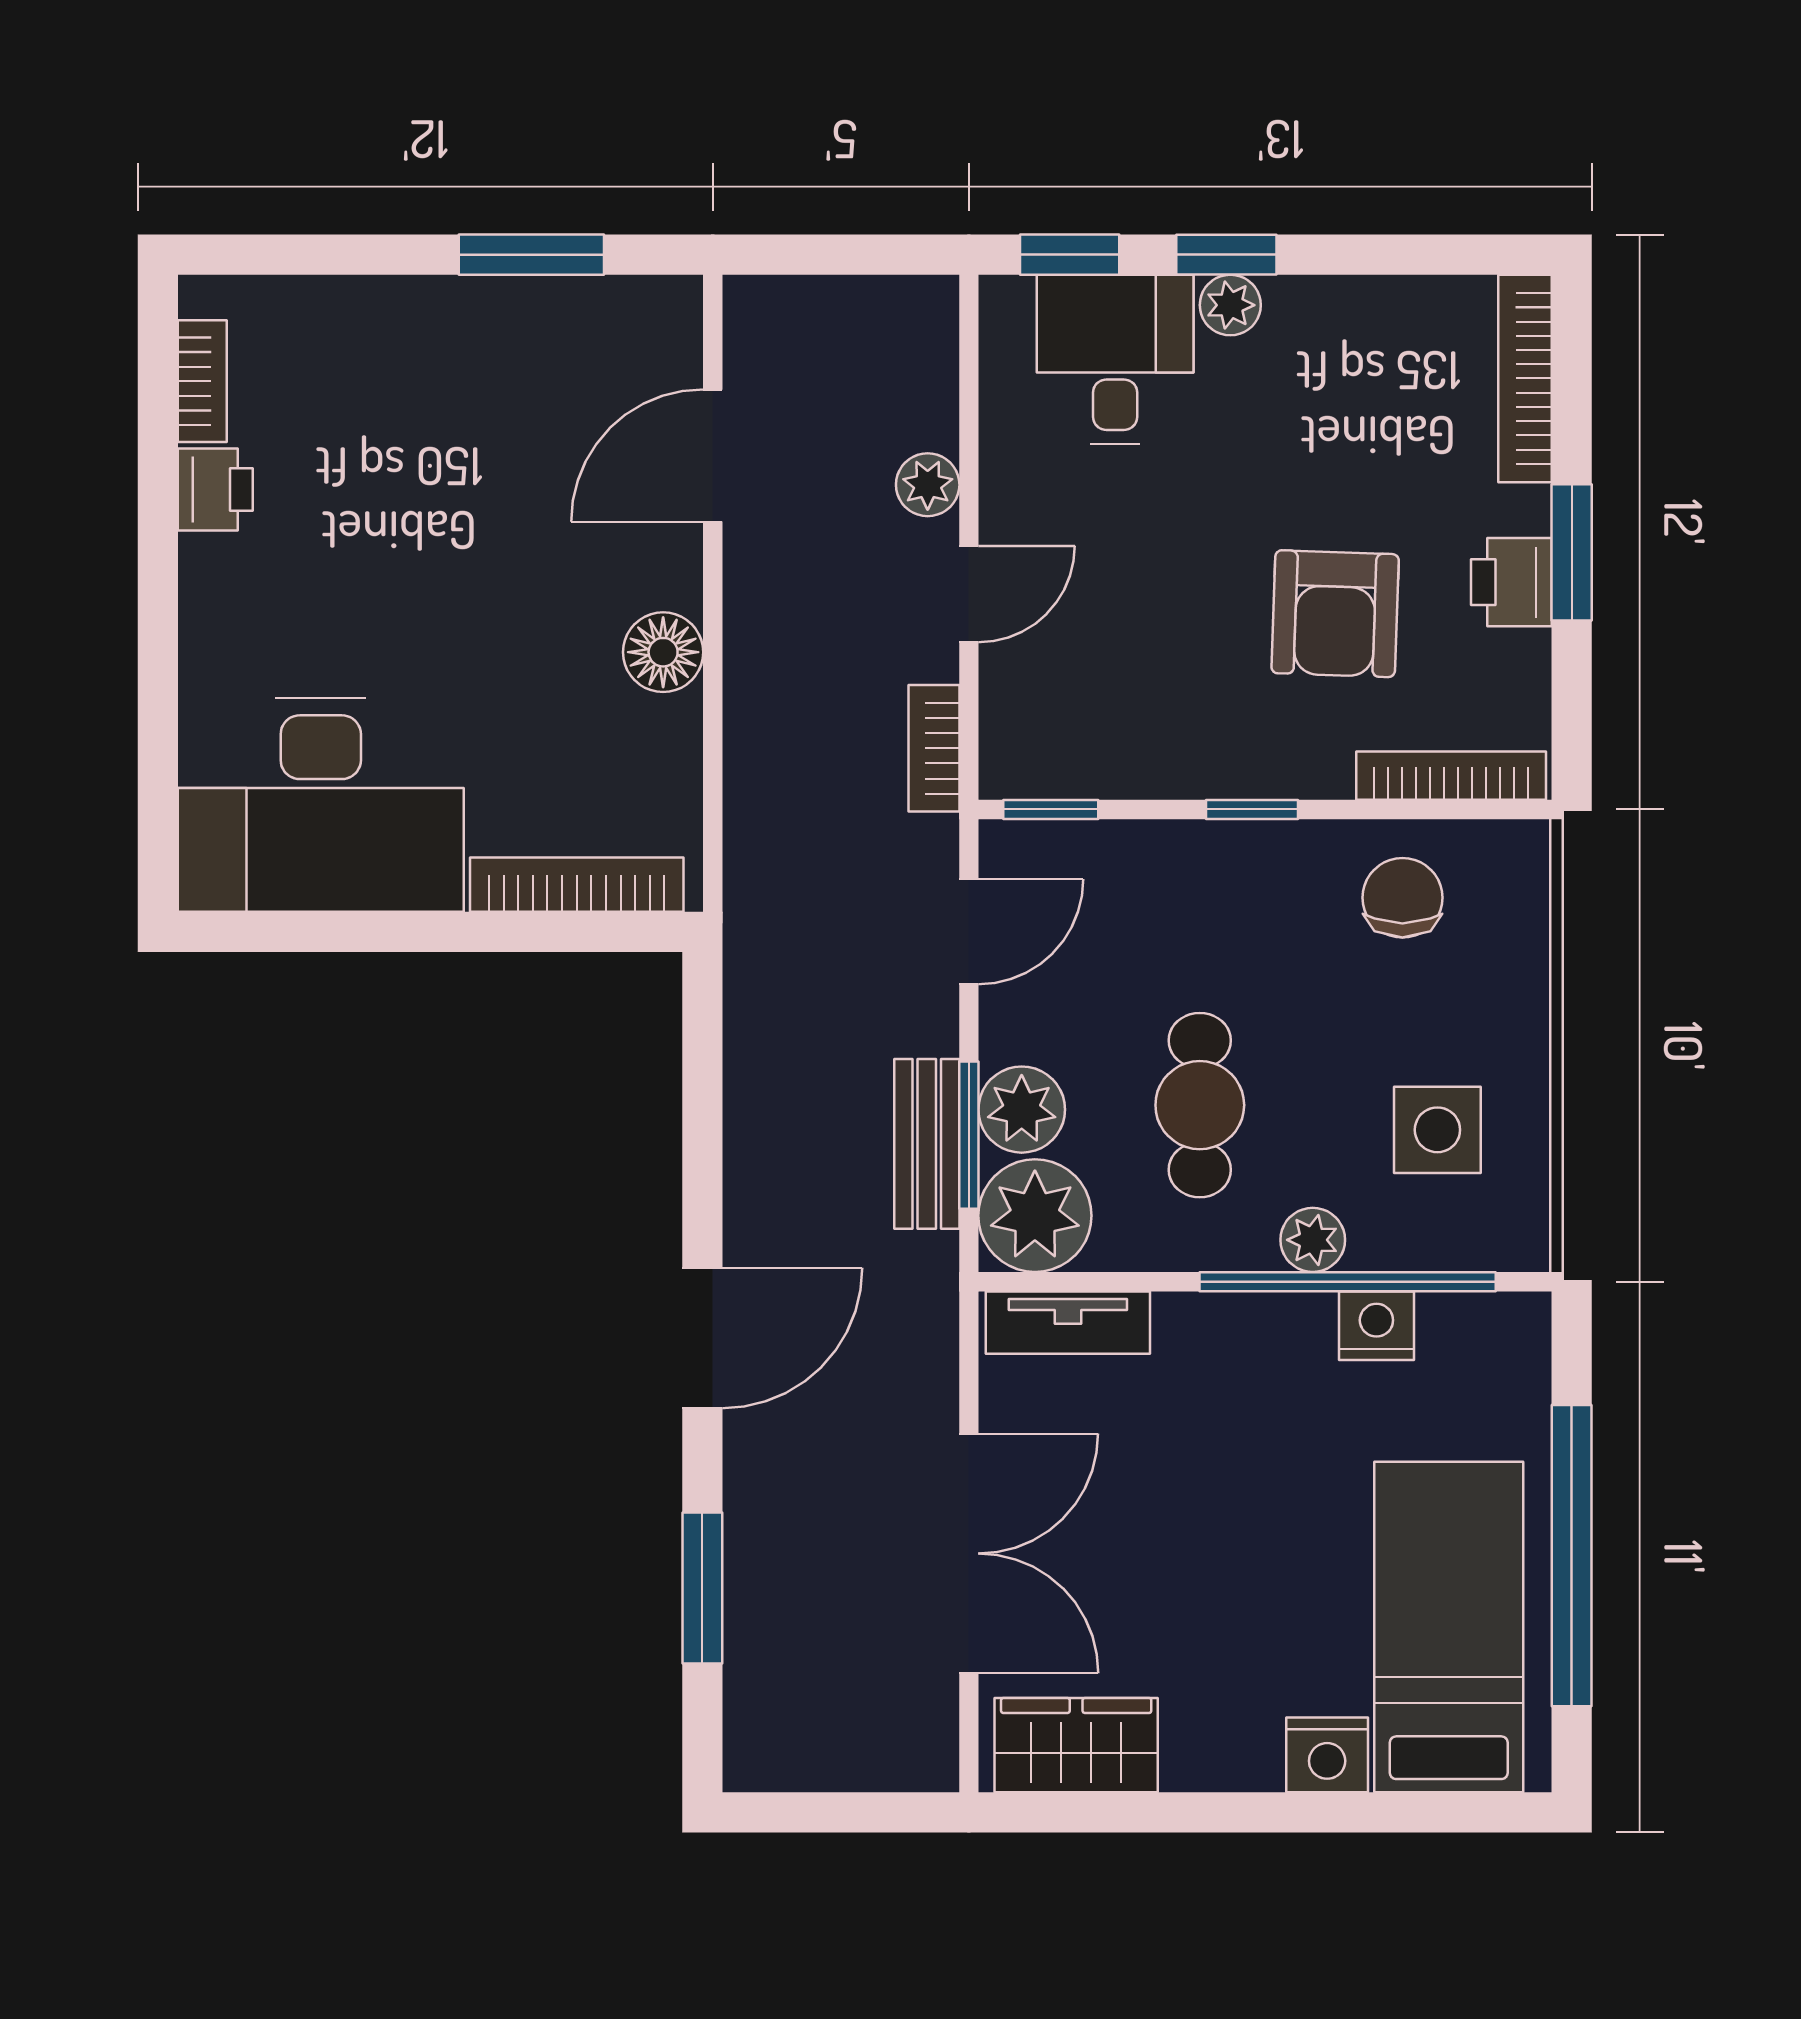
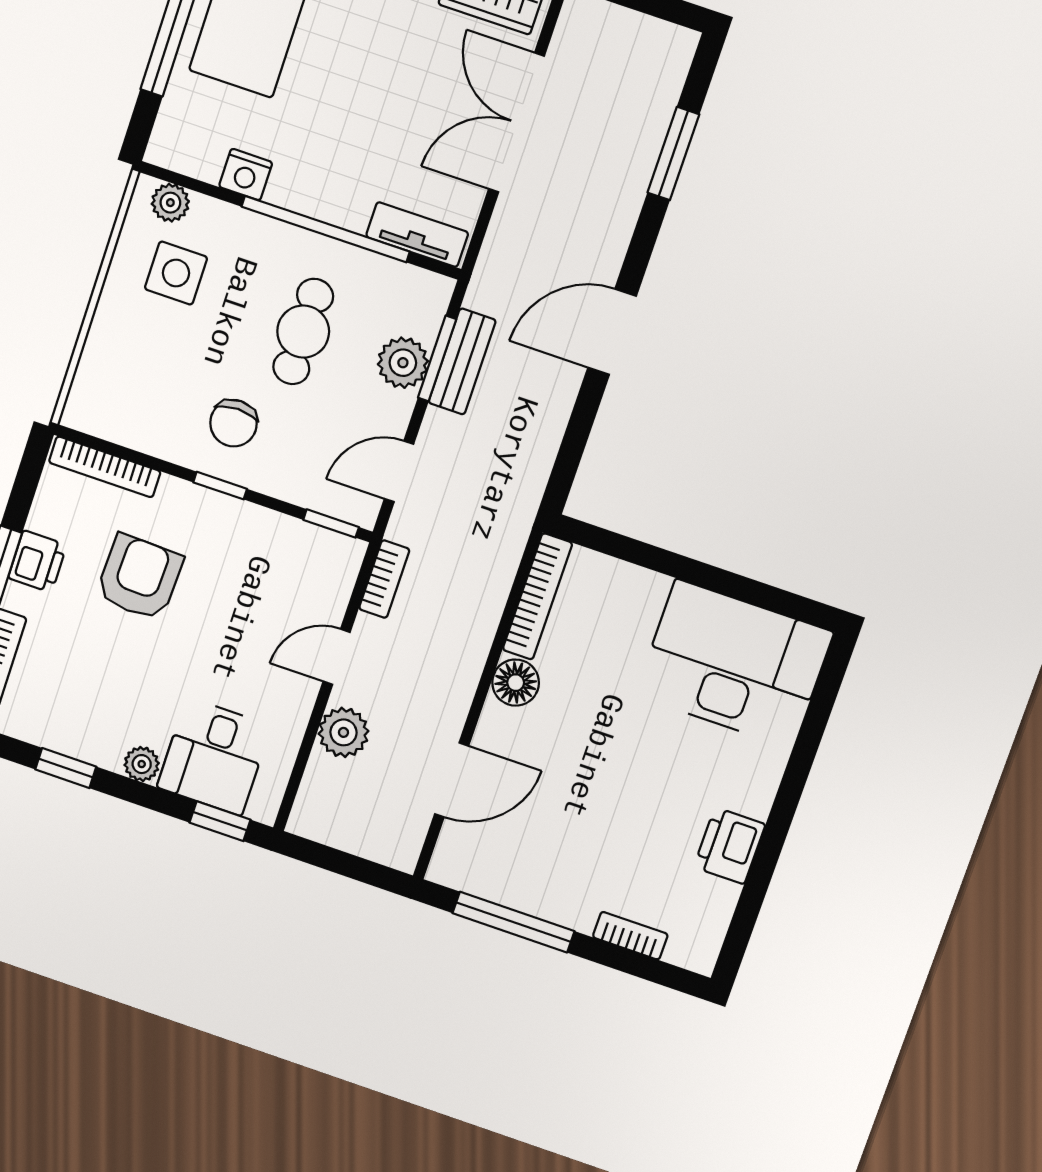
window: (531, 255) -> (513, 922), width x1.44
window: (1226, 255) -> (66, 768), moved
bookcase: (202, 381) -> (630, 936), moved, turned 90
plant: (928, 485) -> (343, 732), width x1.38, depth x1.38
printer: (215, 489) -> (730, 846), width x1.36, depth x1.24
bookcase: (577, 885) -> (537, 596), moved, turned -90
chair: (1402, 898) -> (233, 423), moved
plant: (1035, 1216) -> (415, 301), removed
plant: (1313, 1240) -> (170, 203), moved
window: (1348, 1282) -> (326, 229), moved
door: (702, 1338) -> (612, 332), moved

